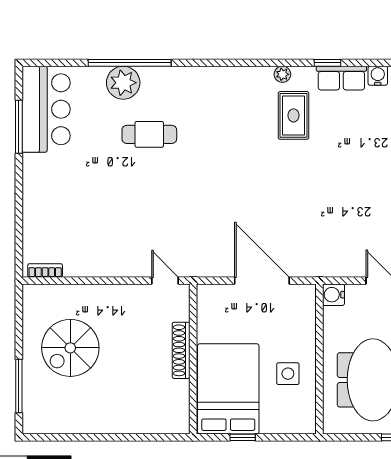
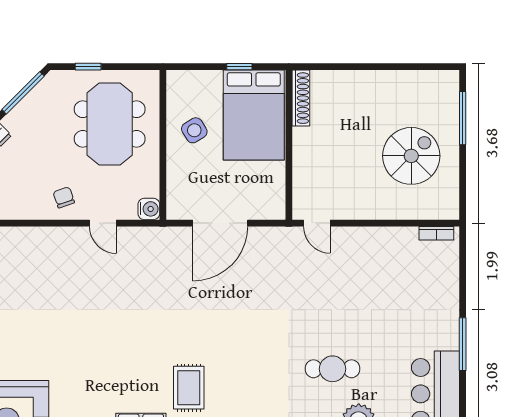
window: (19, 127) -> (463, 344), moved
door: (262, 281) -> (220, 223), hinge flipped
shoe rack: (181, 350) -> (301, 98), moved
side table: (288, 374) -> (194, 130), turned -32

